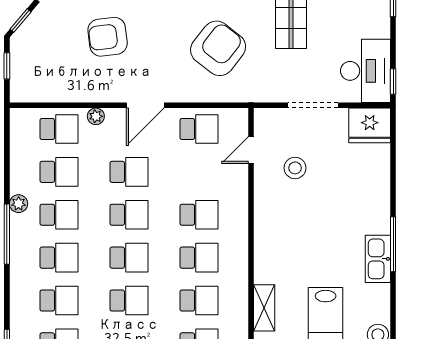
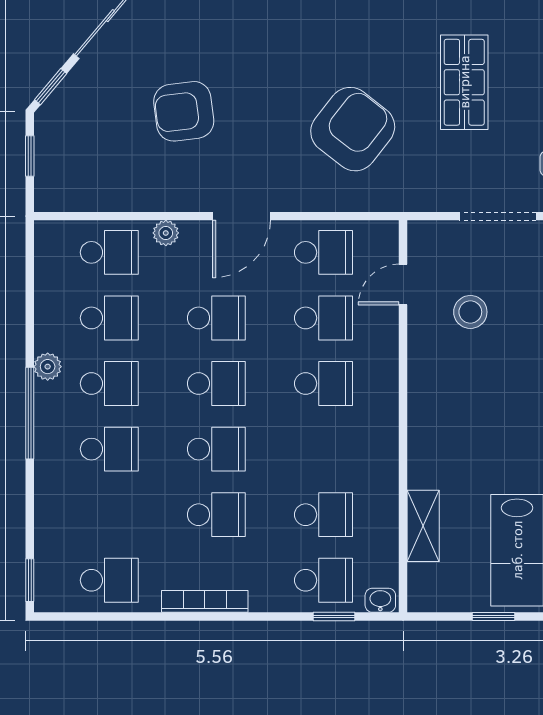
school desk: (199, 258) -> (323, 318), moved
school desk: (59, 301) -> (109, 515), removed

